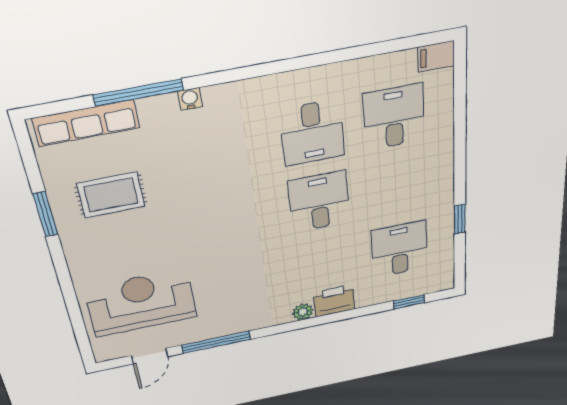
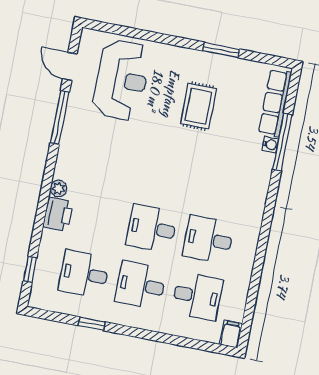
water cooler: (190, 99) -> (270, 144), moved
desk: (397, 186) -> (141, 285), added
rug: (111, 195) -> (198, 106), moved
desk: (319, 202) -> (152, 228), turned 180
desk: (400, 249) -> (84, 274), turned 180

